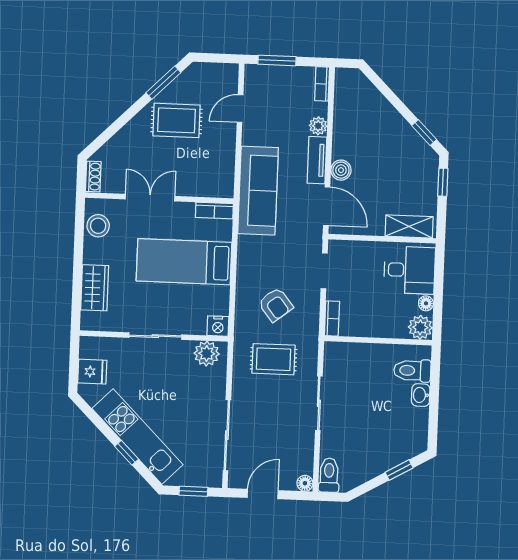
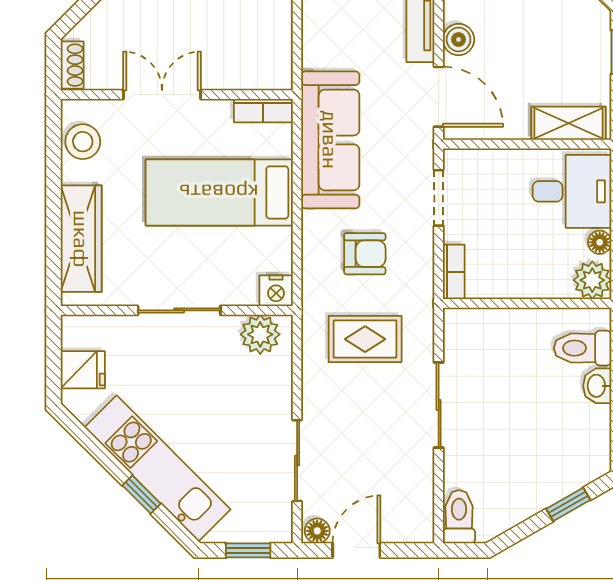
sofa: (258, 191) -> (330, 140), moved
wardrobe: (95, 288) -> (81, 239), width x1.50
armchair: (276, 305) -> (365, 254), turned -52
sliding door: (227, 435) -> (297, 461), width x0.73
floor lamp: (305, 483) -> (317, 531), moved

